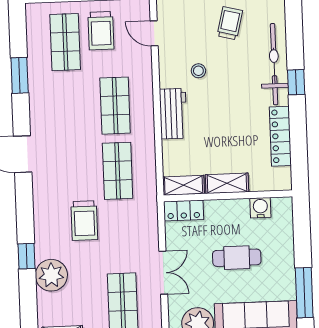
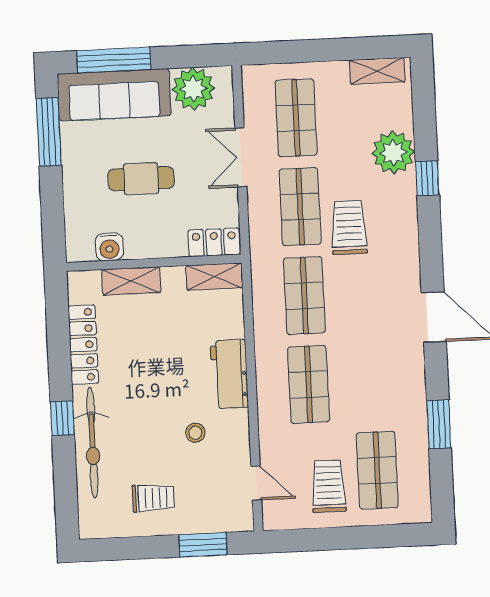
trolley: (230, 23) -> (153, 498), turned -104
shelving: (227, 183) -> (131, 281), moved
shop shelf: (120, 236) -> (300, 207), added

